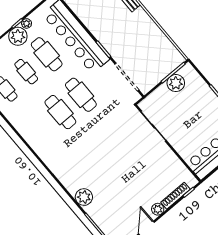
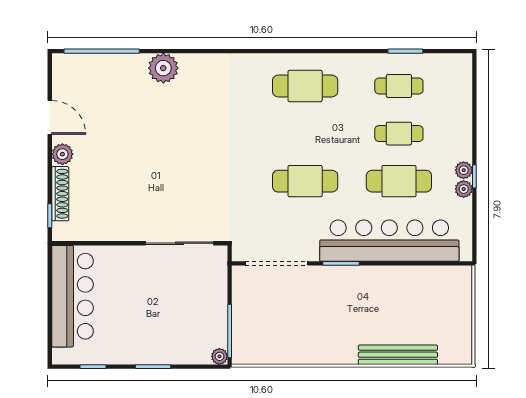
plant: (18, 36) -> (464, 170), width x0.53, depth x0.53
plant: (176, 83) -> (219, 356), moved, width x0.53, depth x0.53
cafe table: (60, 112) -> (305, 86), moved

